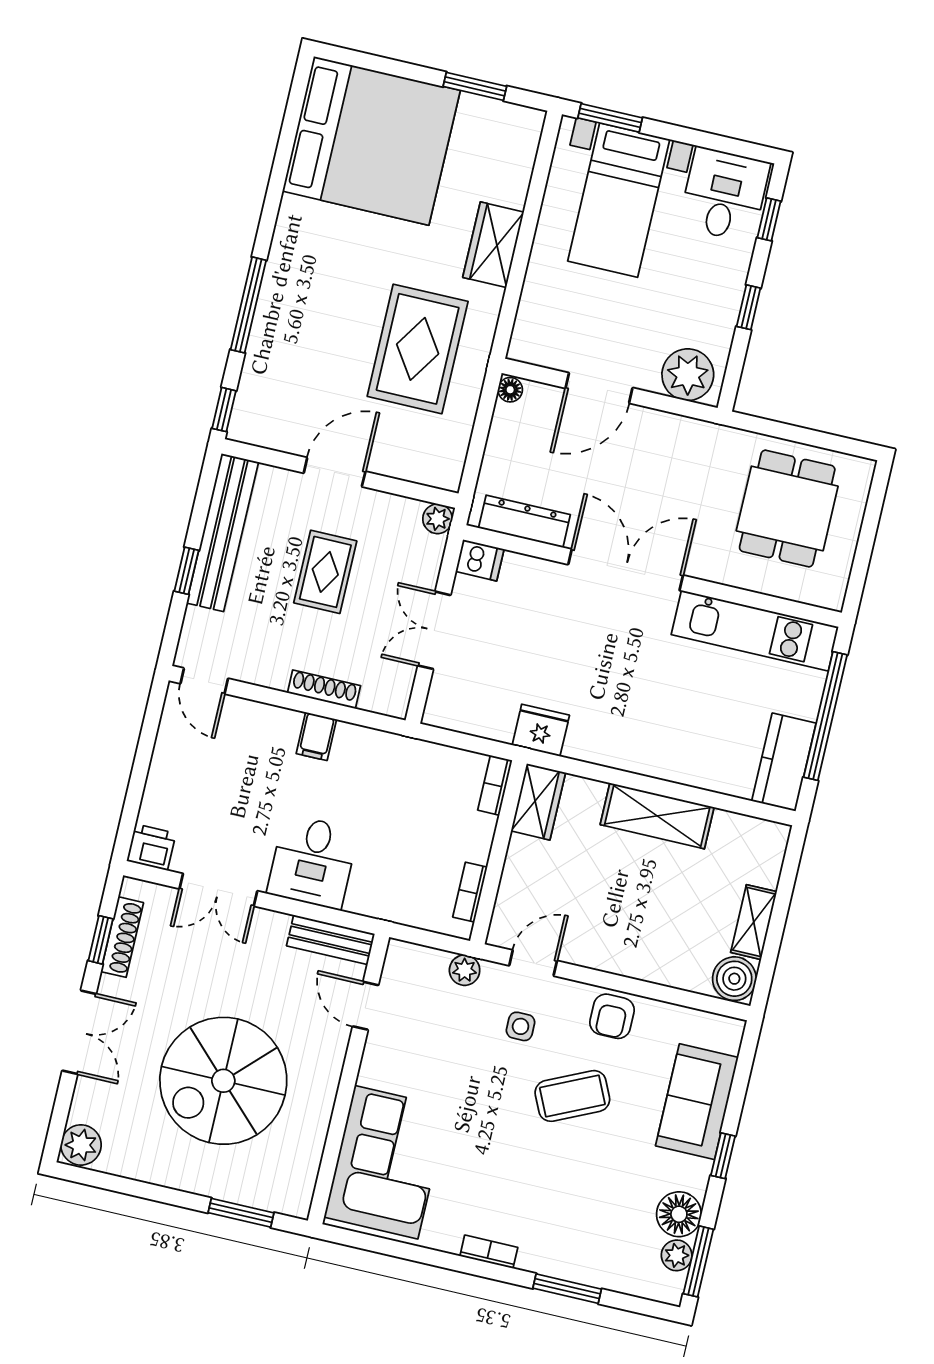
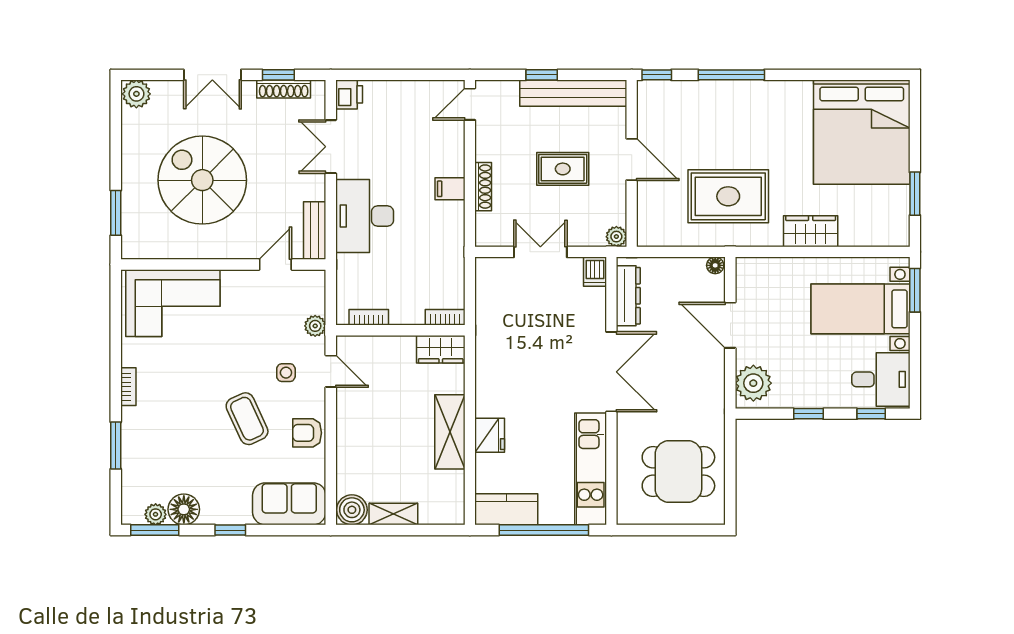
fridge: (541, 730) -> (490, 435), moved
desk: (313, 862) -> (365, 216), width x1.37
sofa: (697, 1102) -> (289, 504), moved

